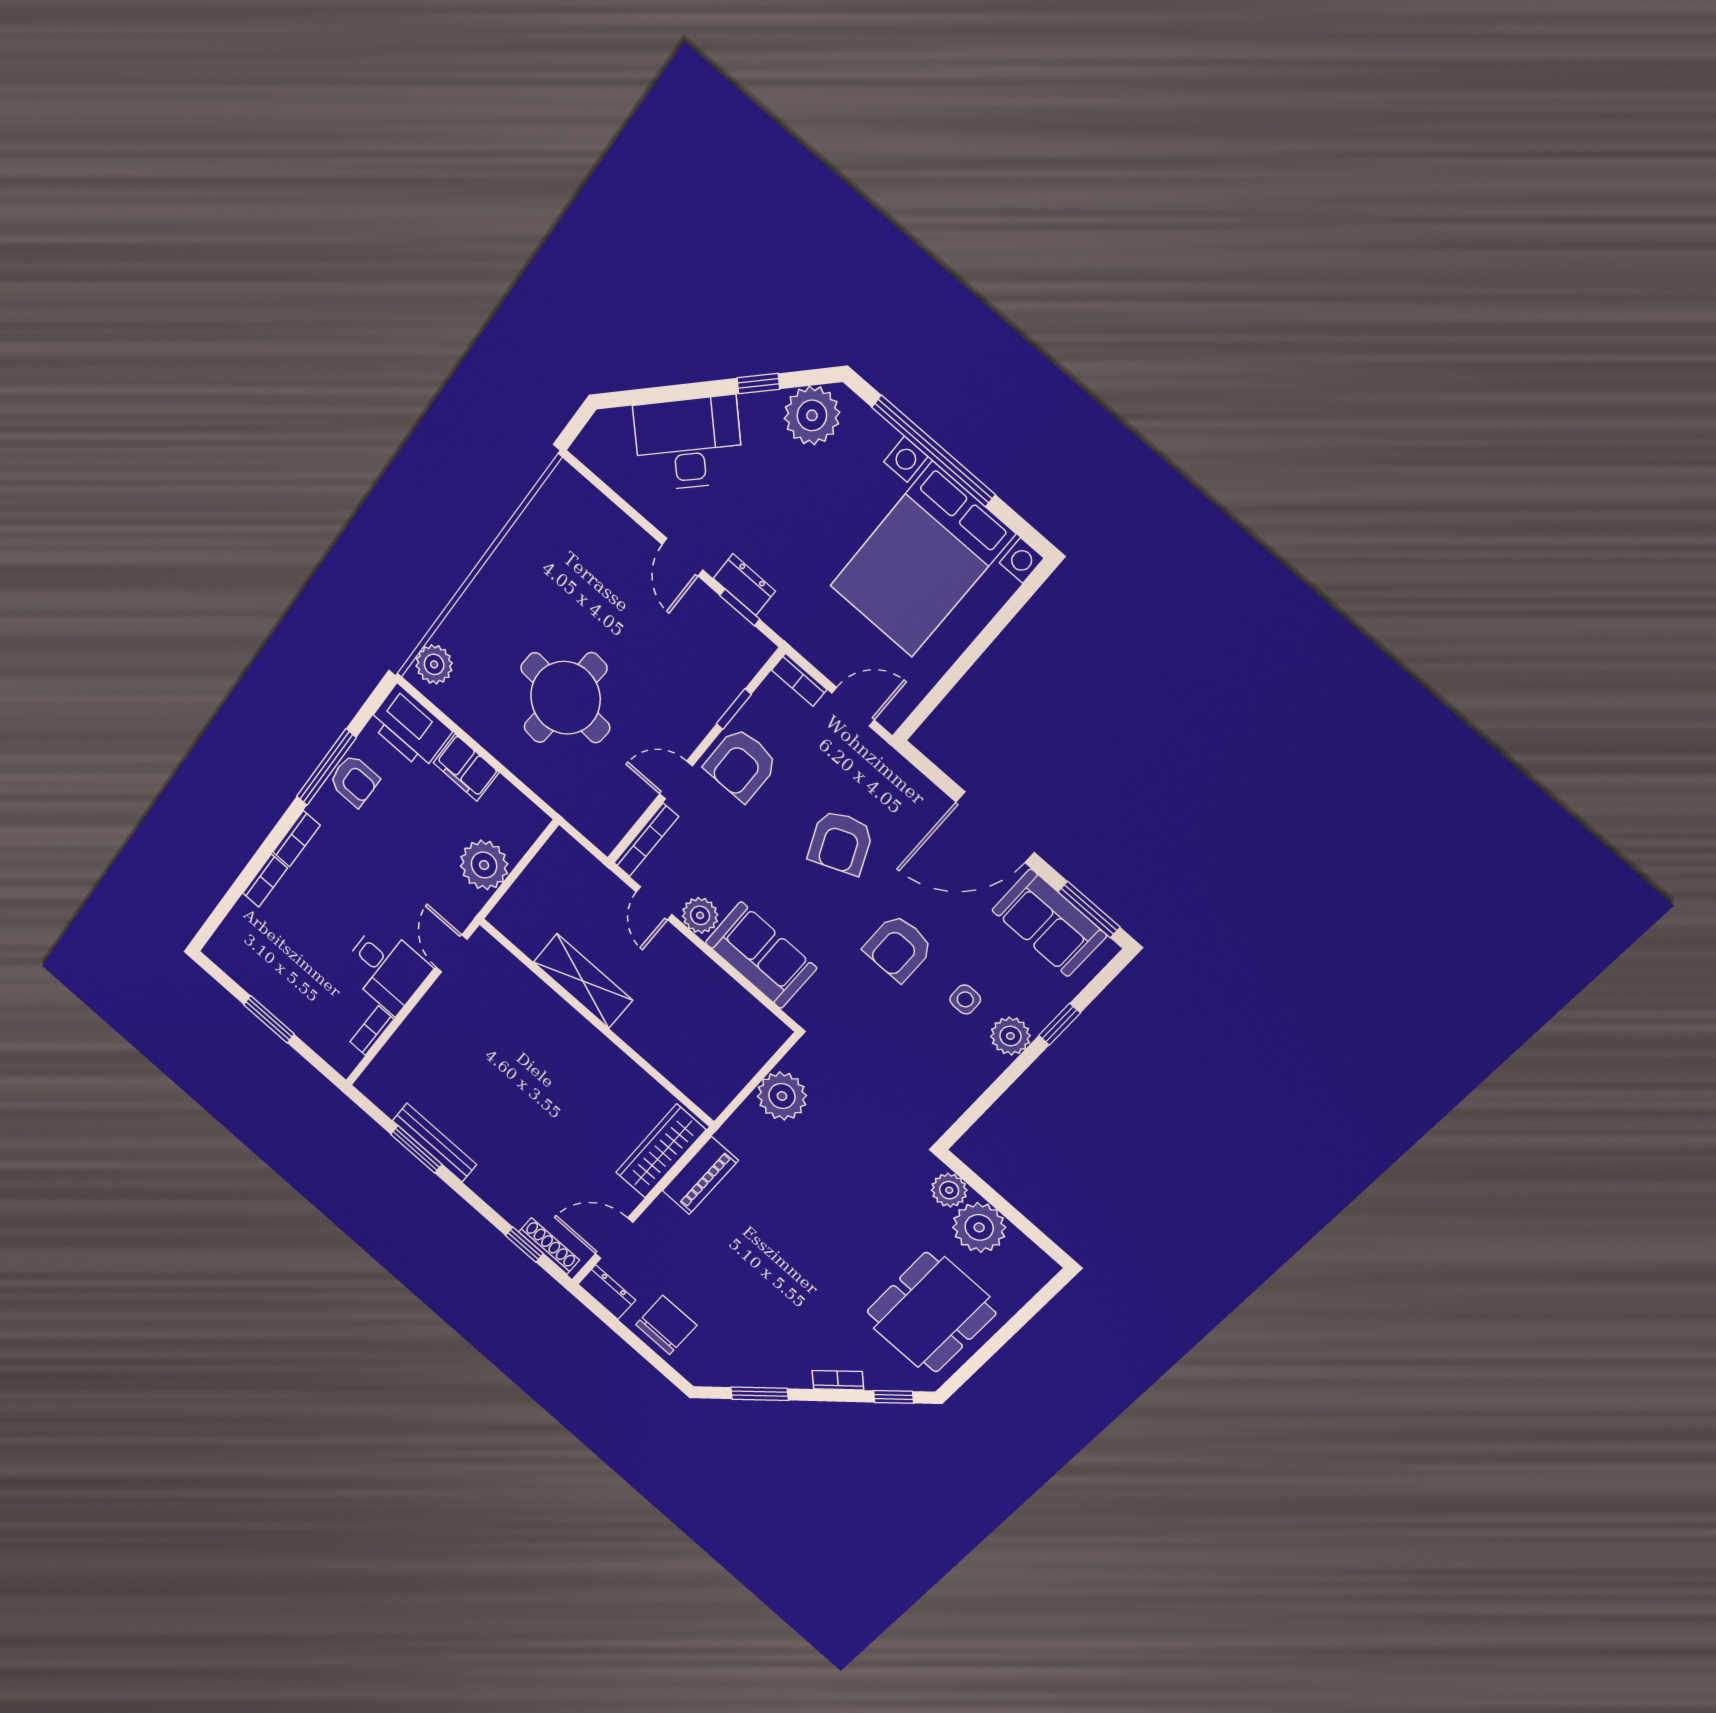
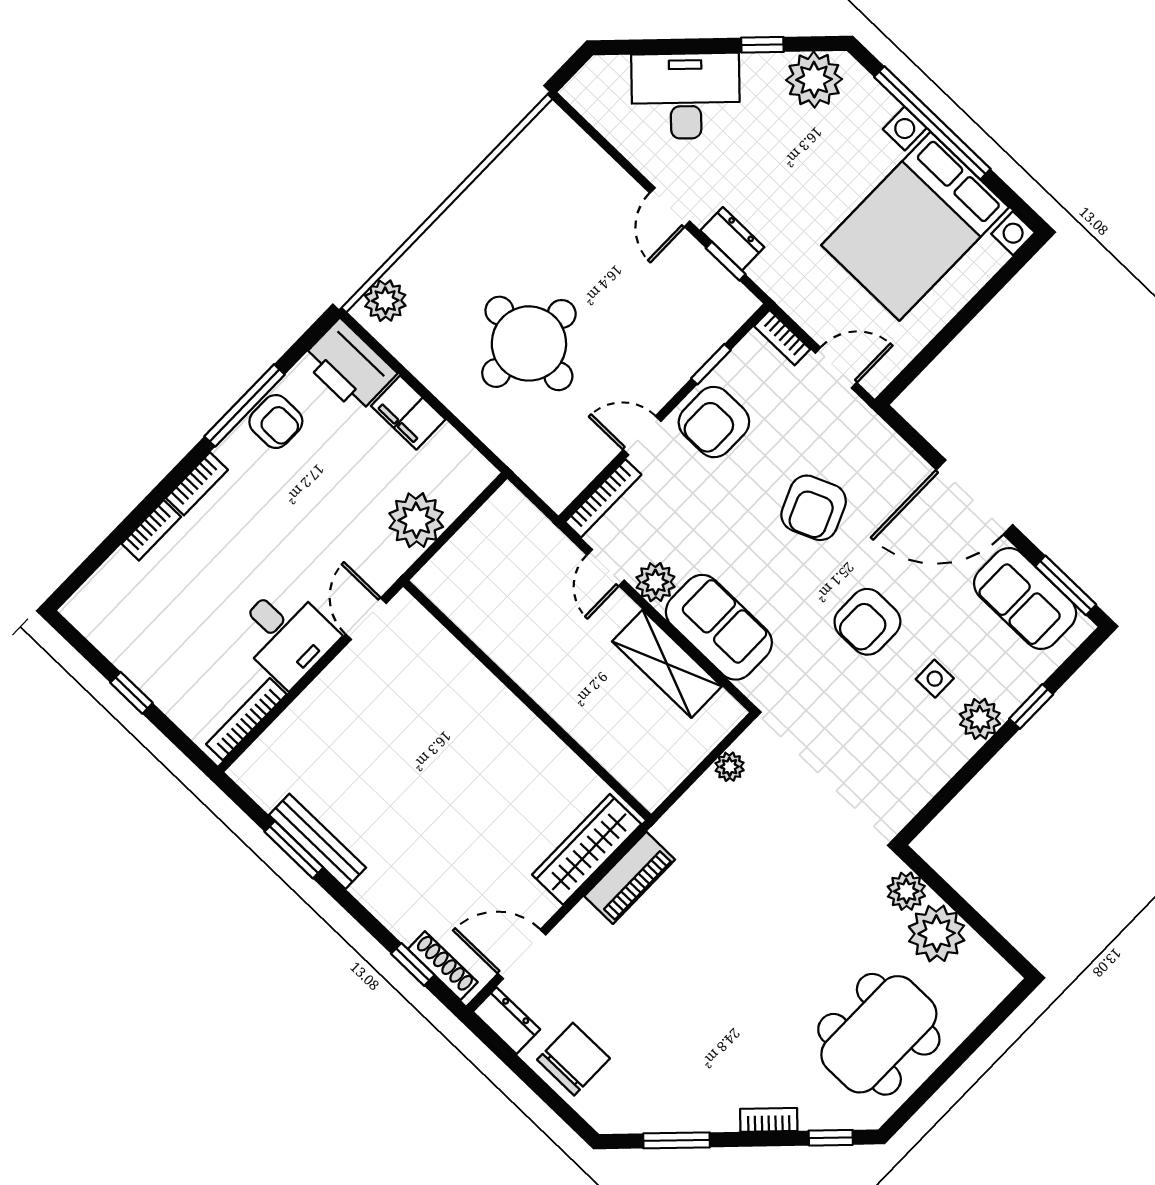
shelving: (583, 981) -> (667, 664), moved
window: (269, 1019) -> (131, 693), width x0.67
bookcase: (372, 1031) -> (246, 719), width x1.56
plant: (782, 1096) -> (730, 767), width x0.53, depth x0.53

